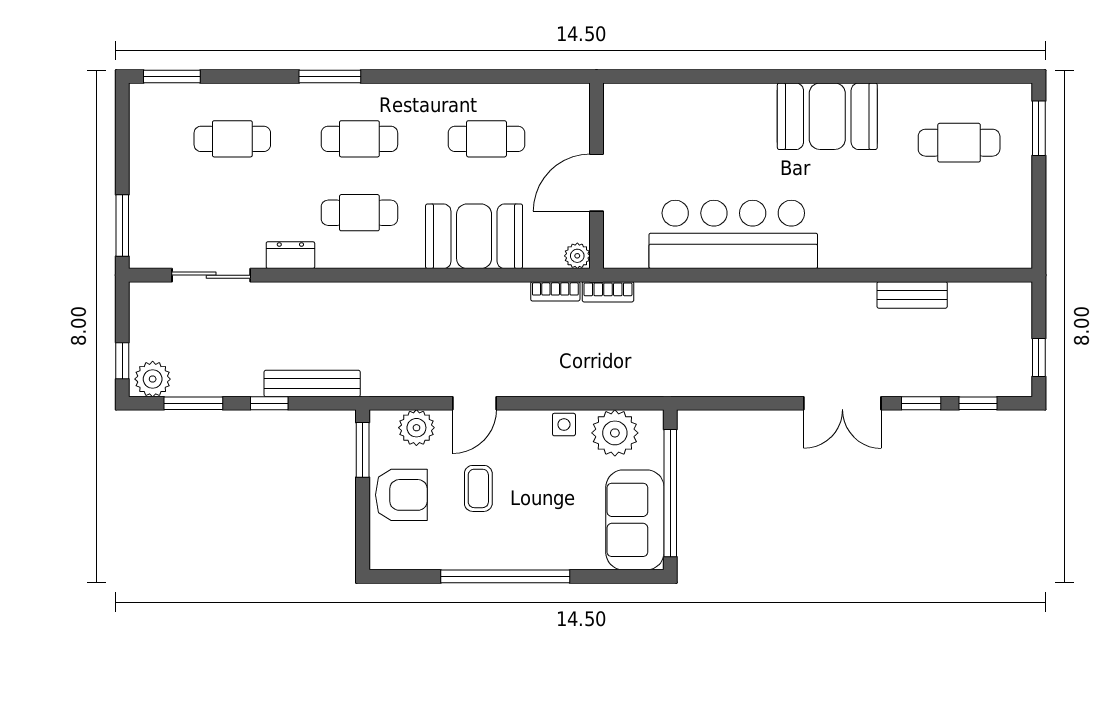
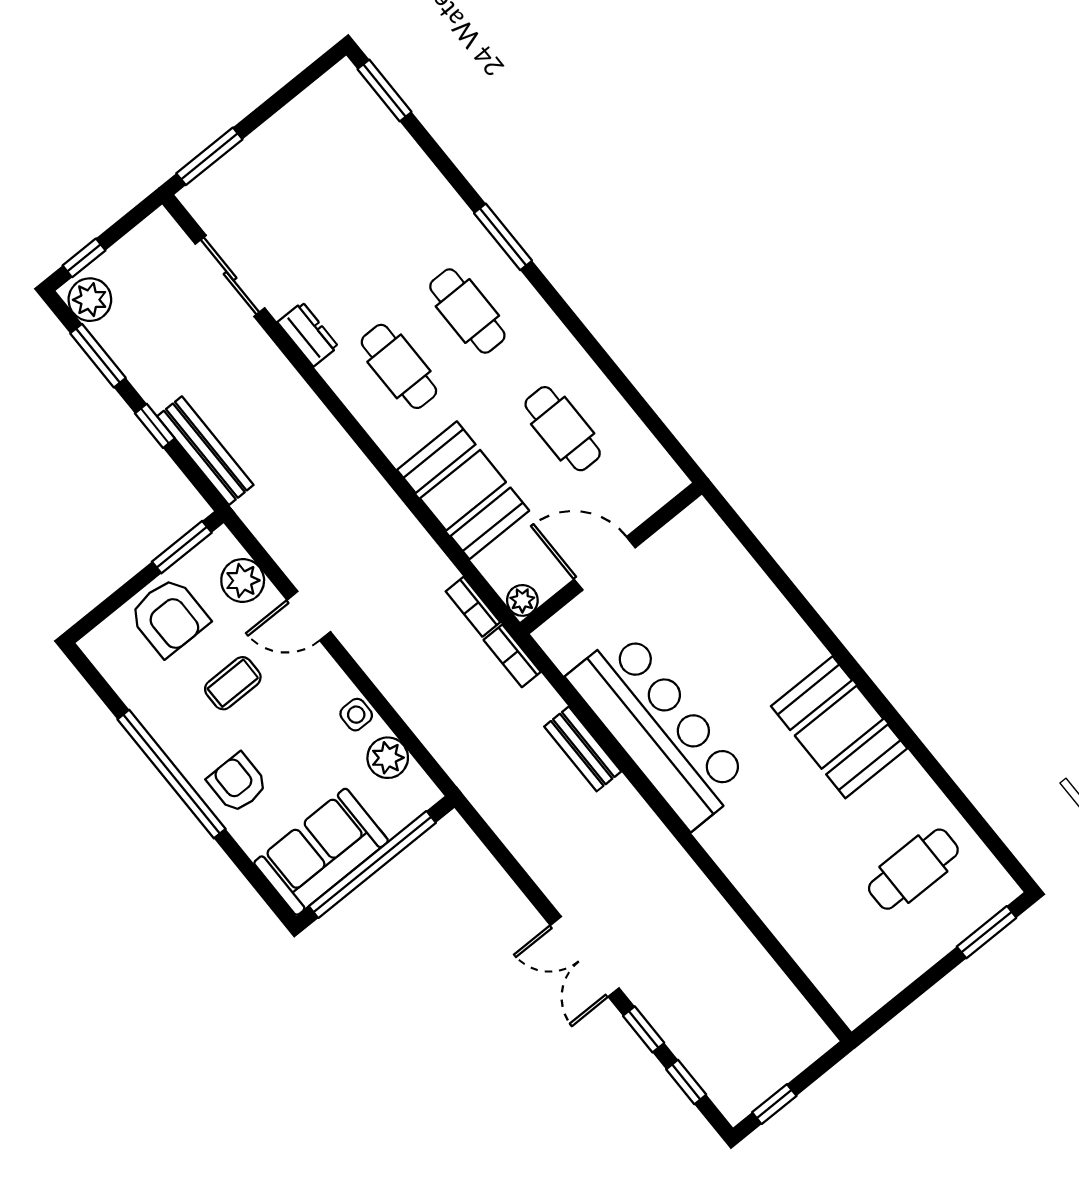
cafe table: (232, 139) -> (372, 193), removed
cafe table: (959, 143) -> (913, 869), turned 90
bench: (912, 295) -> (583, 749), moved
plant: (615, 433) -> (388, 758), width x0.73, depth x0.73
armchair: (546, 538) -> (238, 783), added

